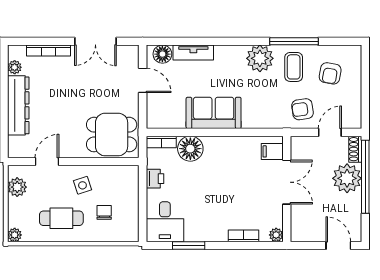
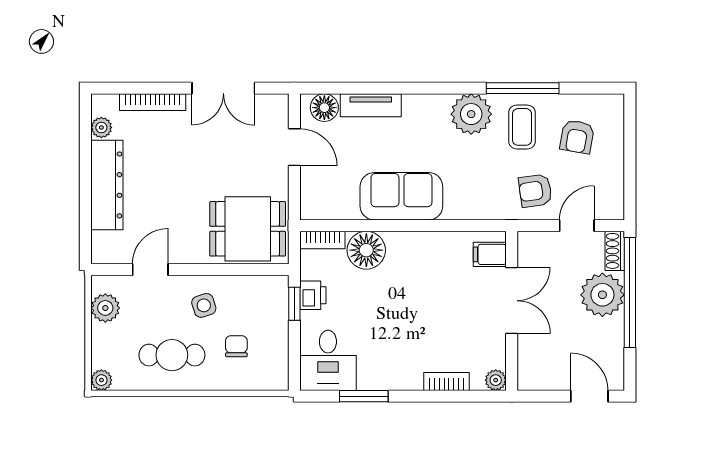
window: (143, 184) -> (294, 304), added

